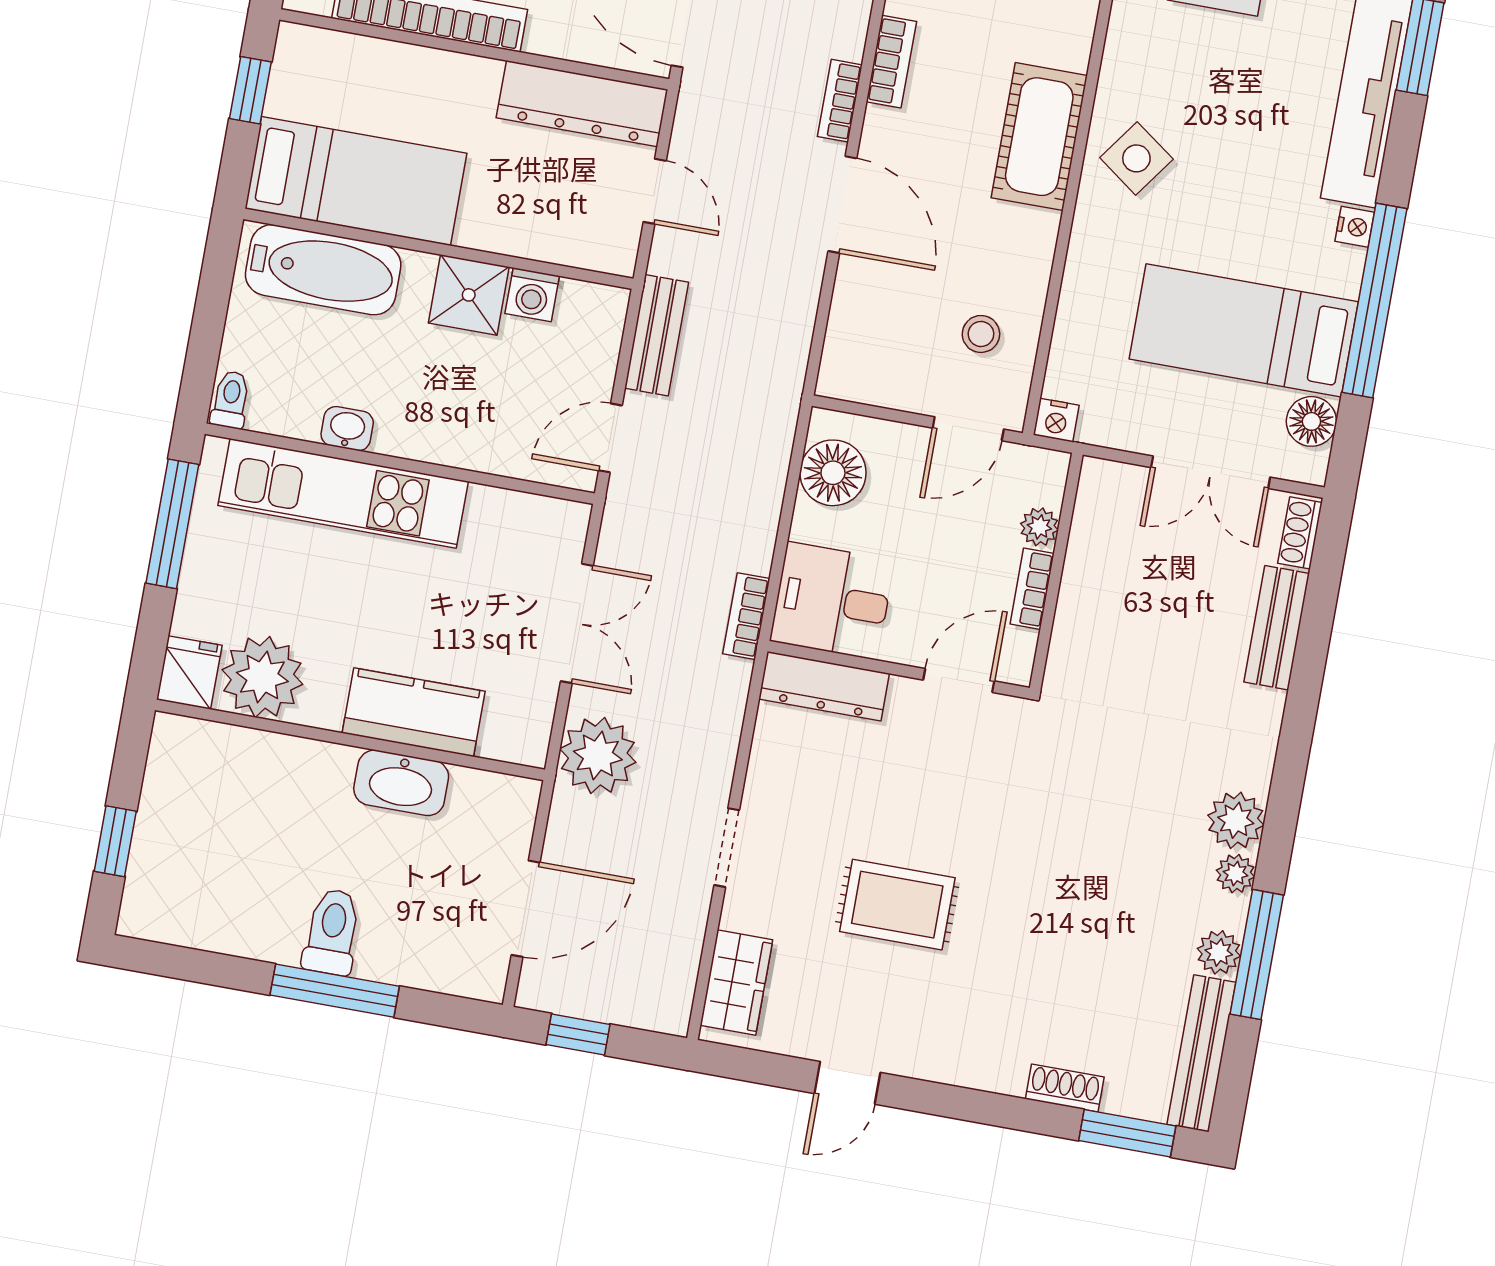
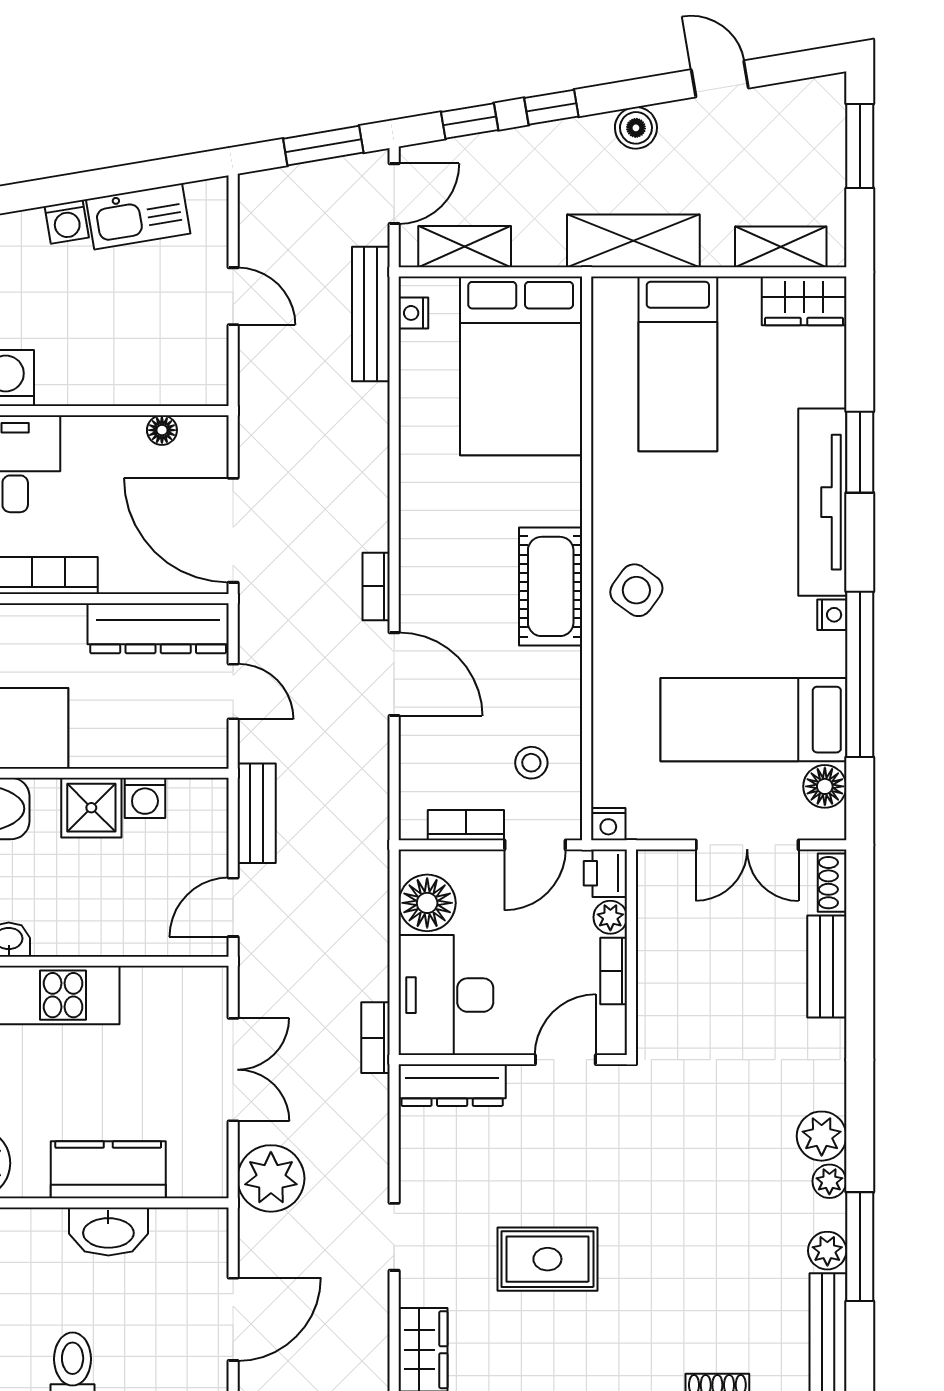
bookcase: (891, 62) -> (466, 825), moved, turned -90
printer: (1043, 476) -> (605, 873), added
desk: (832, 601) -> (446, 995), width x1.37

